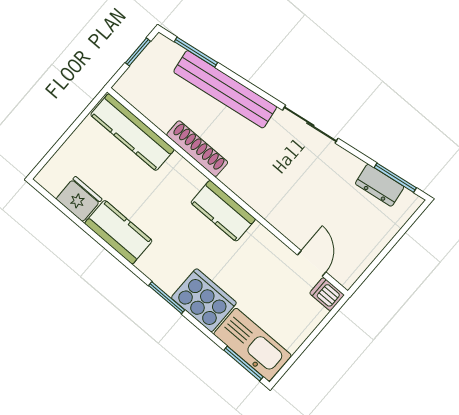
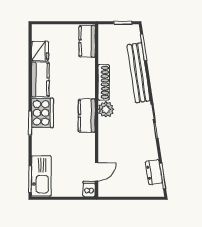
kitchen counter: (132, 132) -> (87, 41), width x0.67
plant: (237, 177) -> (106, 109), added
cooker: (204, 300) -> (42, 113), moved

